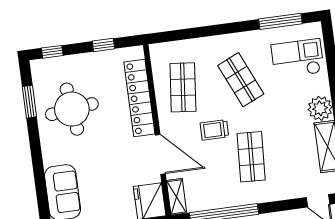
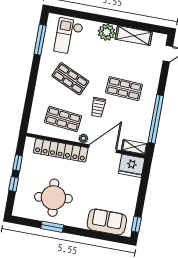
window: (52, 52) -> (14, 184), moved
shop shelf: (241, 80) -> (70, 79), turned 48
window: (29, 102) -> (52, 227), moved
plant: (166, 124) -> (83, 138), added

